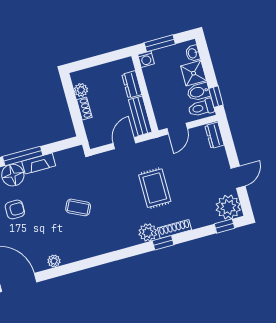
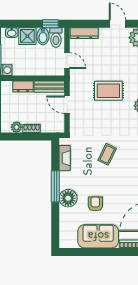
dresser: (215, 135) -> (84, 33), width x1.44
fireplace: (39, 164) -> (65, 158), moved

